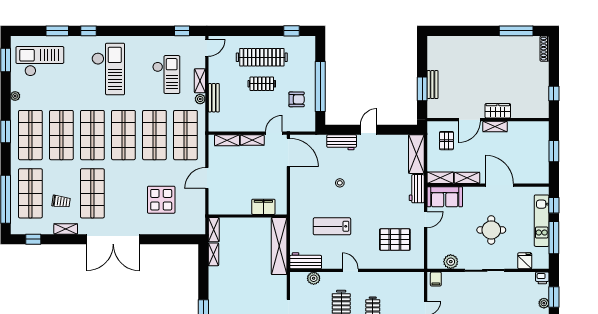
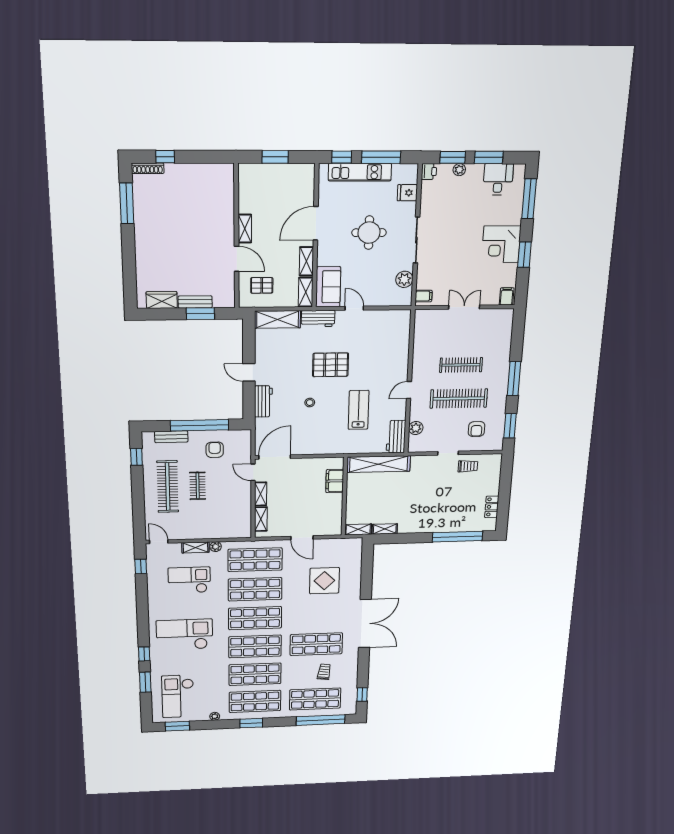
window: (554, 93) -> (165, 157), moved
bench: (214, 98) -> (171, 437), moved
wardrobe: (498, 111) -> (162, 300), moved, turned 90
lab bench: (332, 226) -> (359, 410), turned 180
shelving: (66, 229) -> (353, 667), removed
pallet: (395, 240) -> (331, 365), moved, turned 90

